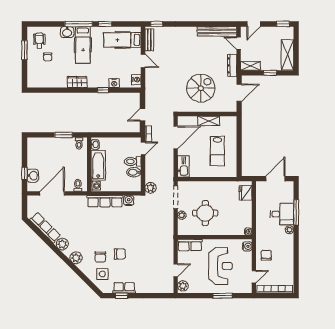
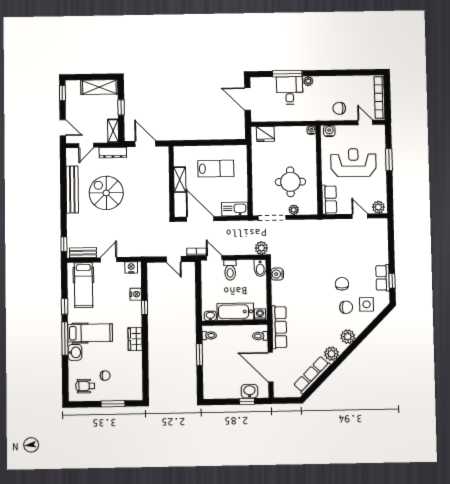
bench: (217, 31) -> (72, 190), moved
window: (24, 50) -> (113, 404), moved
spiral stairs: (201, 88) -> (106, 193), moved
bidet: (134, 172) -> (260, 268), moved
row of seats: (105, 201) -> (279, 327), moved

